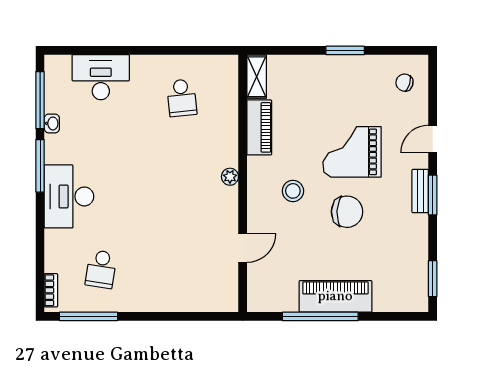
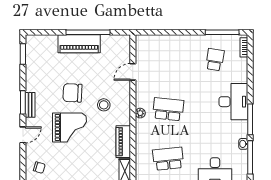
school desk: (182, 98) -> (168, 159), width x1.85
school desk: (182, 183) -> (168, 109), added

